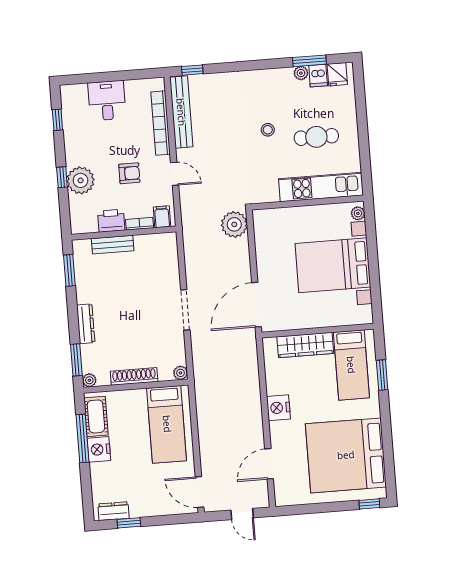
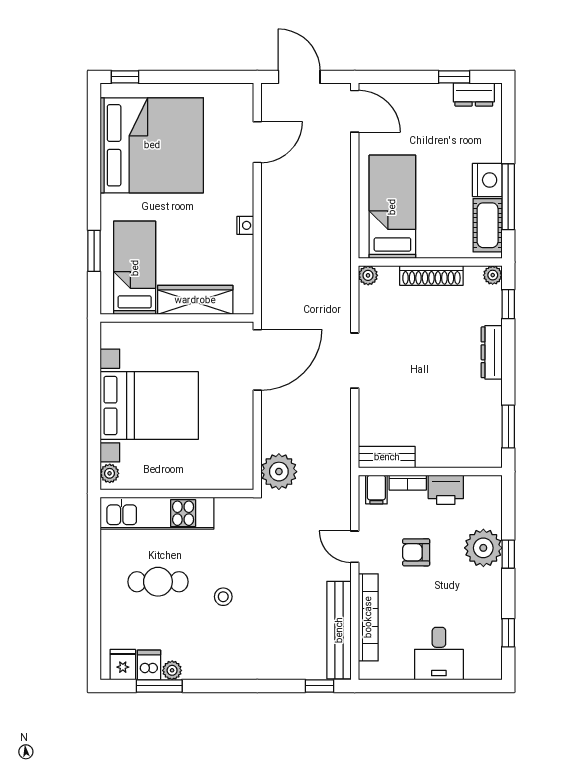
bench: (113, 245) -> (387, 457), moved
window: (76, 360) -> (508, 304), width x0.67
nightstand: (278, 408) -> (245, 225), width x0.53, depth x0.56
door: (242, 514) -> (299, 77), width x1.38

